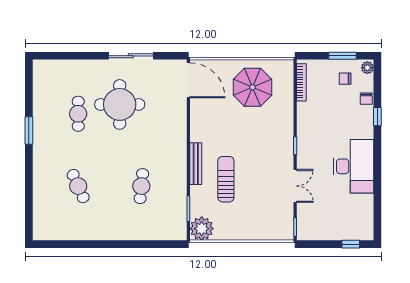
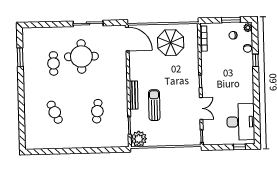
window: (29, 130) -> (20, 57), moved
desk: (353, 166) -> (241, 122), moved

